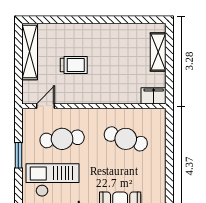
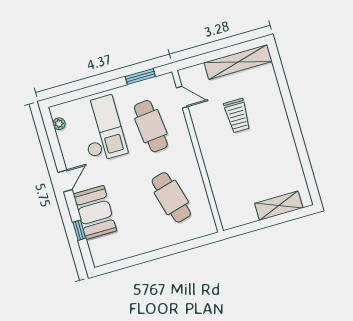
filing cabinet: (154, 96) -> (228, 215), removed
cafe table: (126, 139) -> (171, 197), turned -33
window: (18, 155) -> (140, 76), moved

